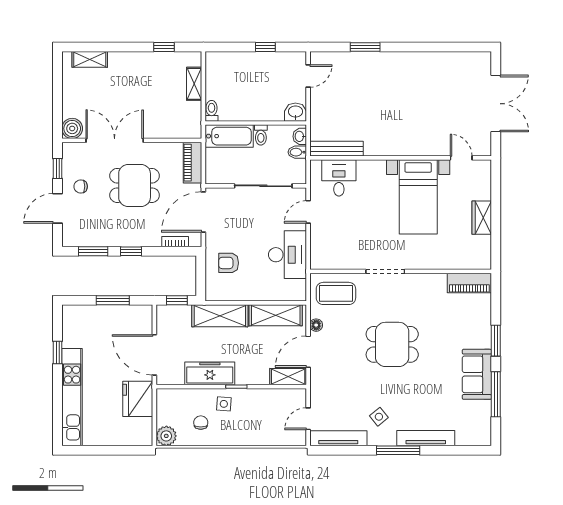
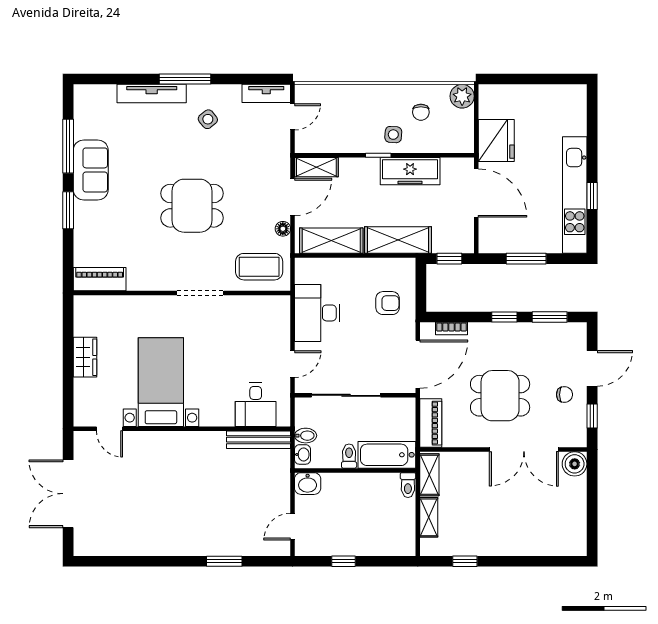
shelving: (90, 59) -> (429, 475), moved, turned 90
kitchen unit: (72, 397) -> (575, 195), moved
tv unit: (338, 438) -> (266, 93), width x0.71

